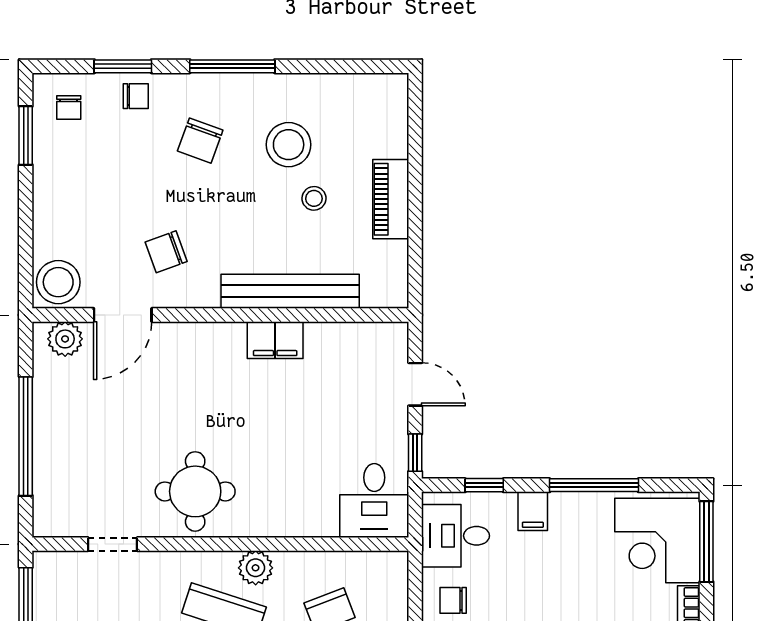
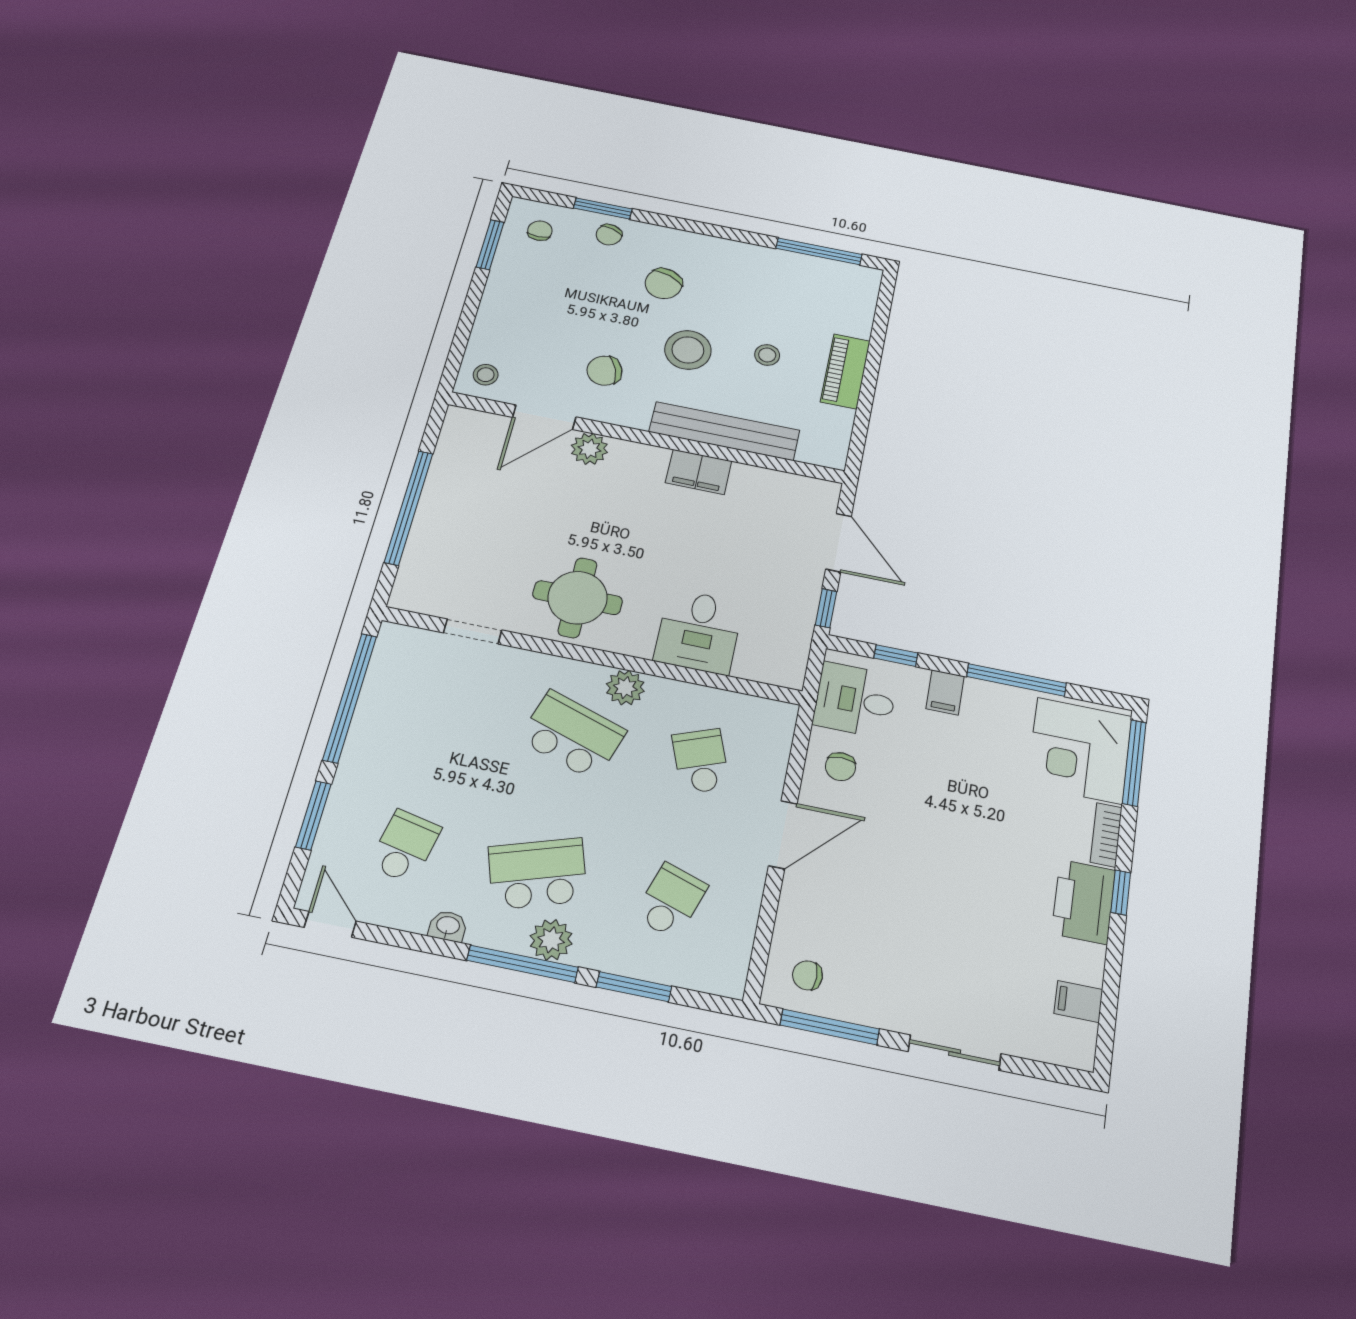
window: (232, 66) -> (819, 251), moved
chair: (136, 96) -> (609, 235), turned 107
chair: (69, 108) -> (540, 231), turned 180
stool: (289, 145) -> (688, 350), moved
stool: (58, 282) -> (486, 375), width x0.53, depth x0.53
plant: (65, 339) -> (589, 449), moved
door: (415, 384) -> (839, 543), width x1.38
desk: (374, 500) -> (699, 631), moved
chair: (453, 600) -> (840, 767), turned -90

